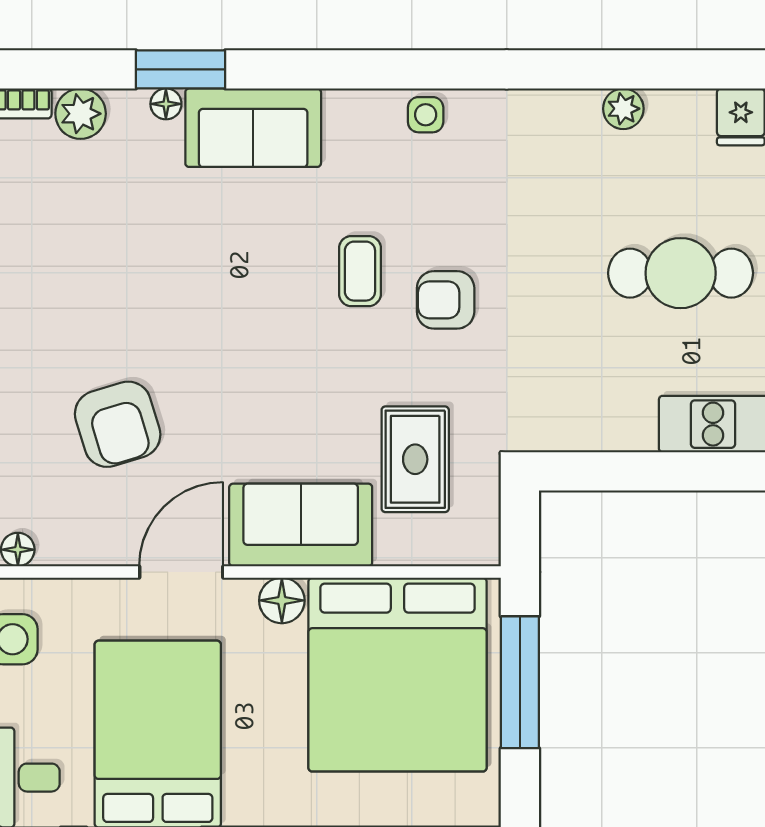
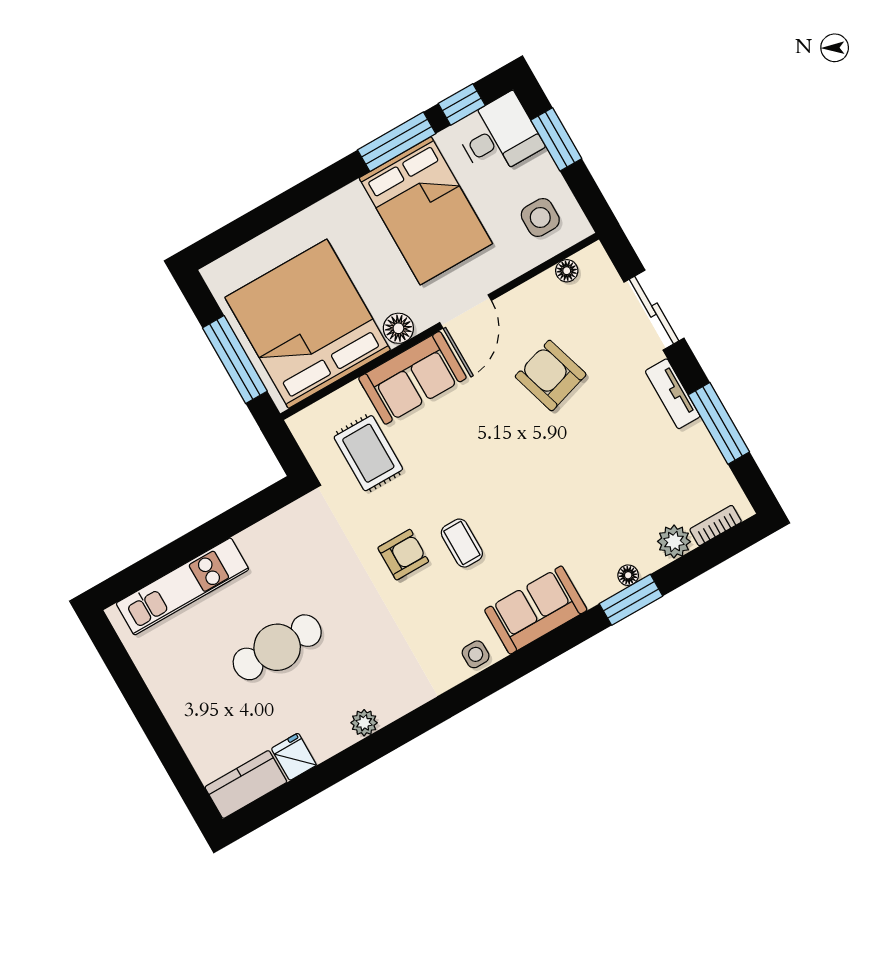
sofa: (253, 128) -> (536, 610), moved

